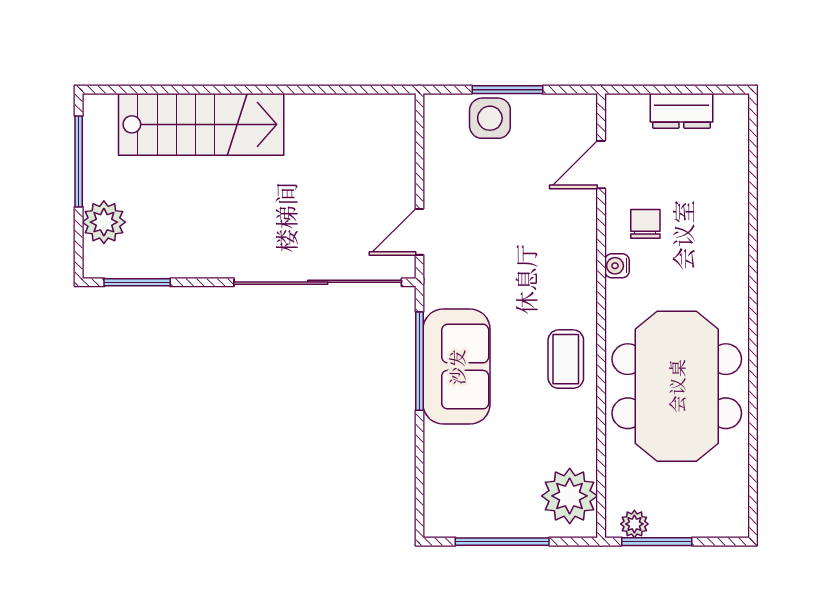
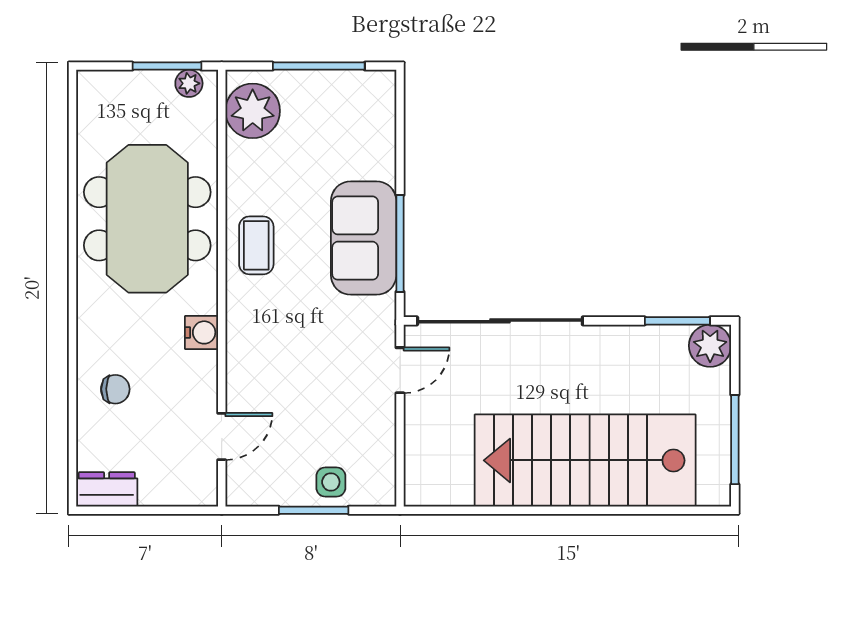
dresser: (681, 111) -> (107, 489), moved
side table: (490, 118) -> (331, 482), width x0.73, depth x0.73
stairs: (201, 124) -> (585, 460), width x1.36, depth x1.51
plant: (104, 222) -> (710, 346), moved
chair: (645, 224) -> (115, 389), moved, turned -90
water cooler: (617, 266) -> (201, 332), width x1.38, depth x1.38

